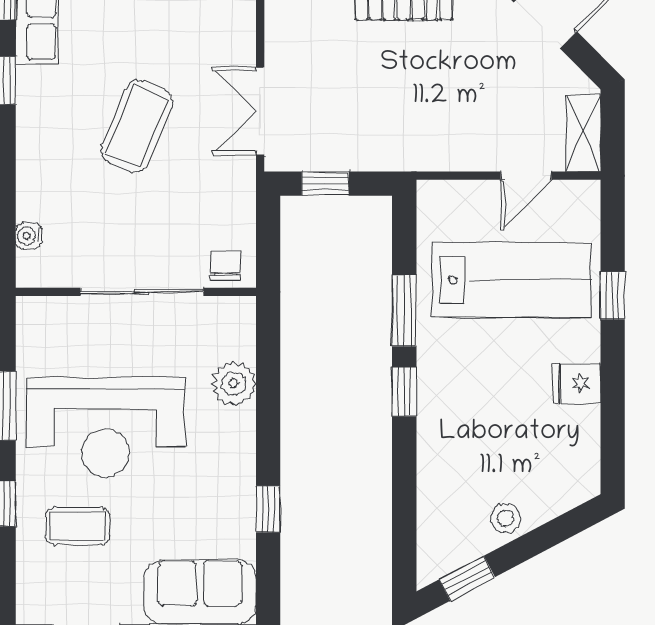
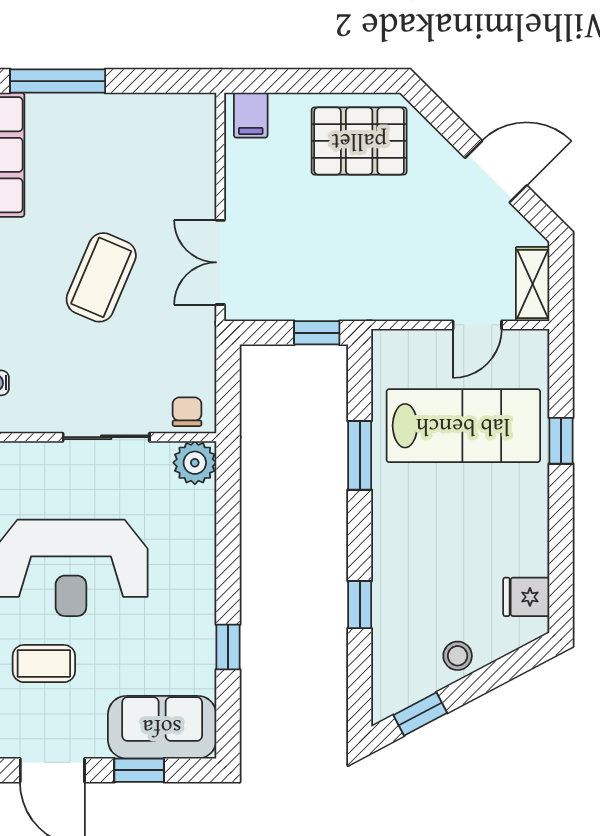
window: (325, 184) -> (317, 333), moved
sliding door: (142, 292) -> (106, 437), width x0.73
plant: (234, 384) -> (195, 463), moved
fridge: (577, 384) -> (526, 597), moved
window: (404, 392) -> (360, 605), moved

